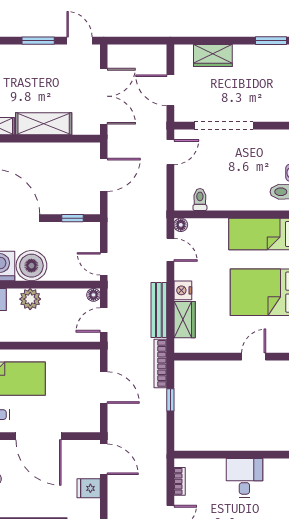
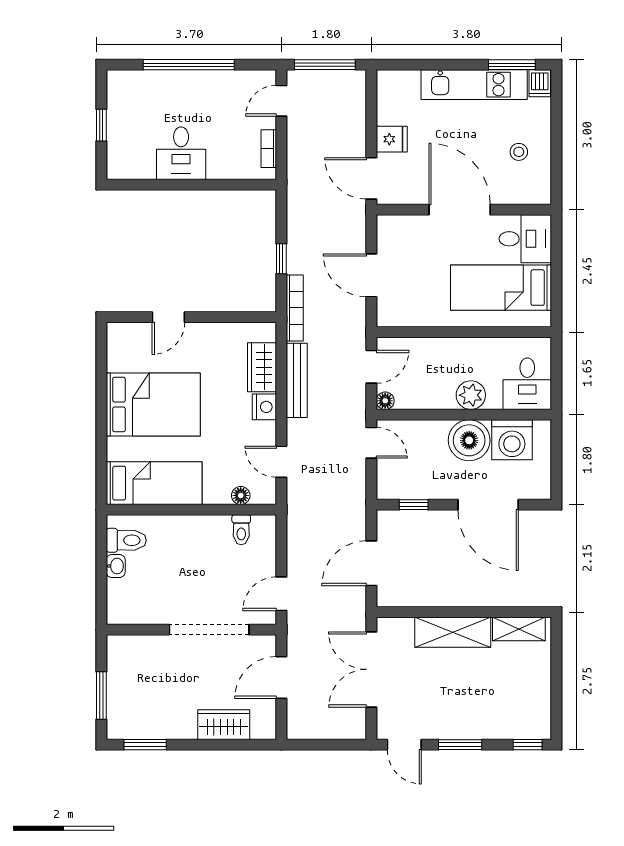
door: (170, 90) -> (281, 677), swing flipped
floor lamp: (181, 225) -> (241, 495), moved

